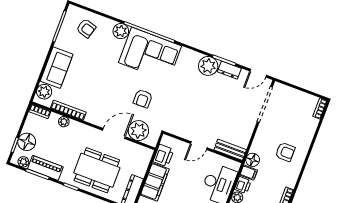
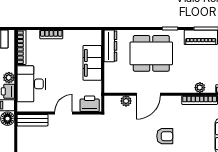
armchair: (143, 99) -> (165, 136), moved, turned 90
plant: (138, 131) -> (126, 101), width x0.53, depth x0.53
printer: (163, 155) -> (90, 104), moved, turned 90

